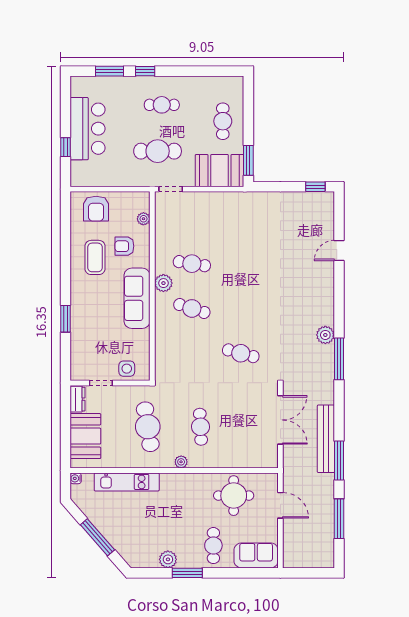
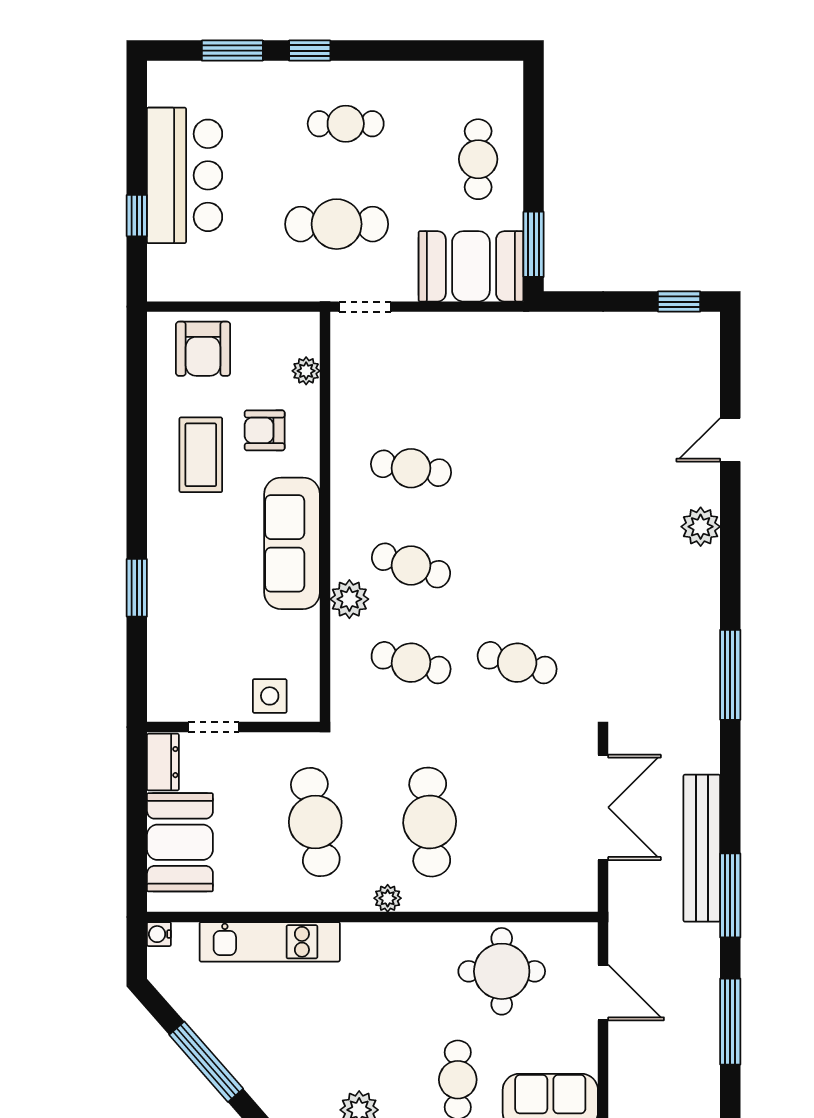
plant: (163, 283) -> (349, 599), moved
plant: (325, 335) -> (701, 527), moved
cafe table: (192, 353) -> (411, 663), added
cafe table: (200, 427) -> (430, 822), width x1.37, depth x1.35

